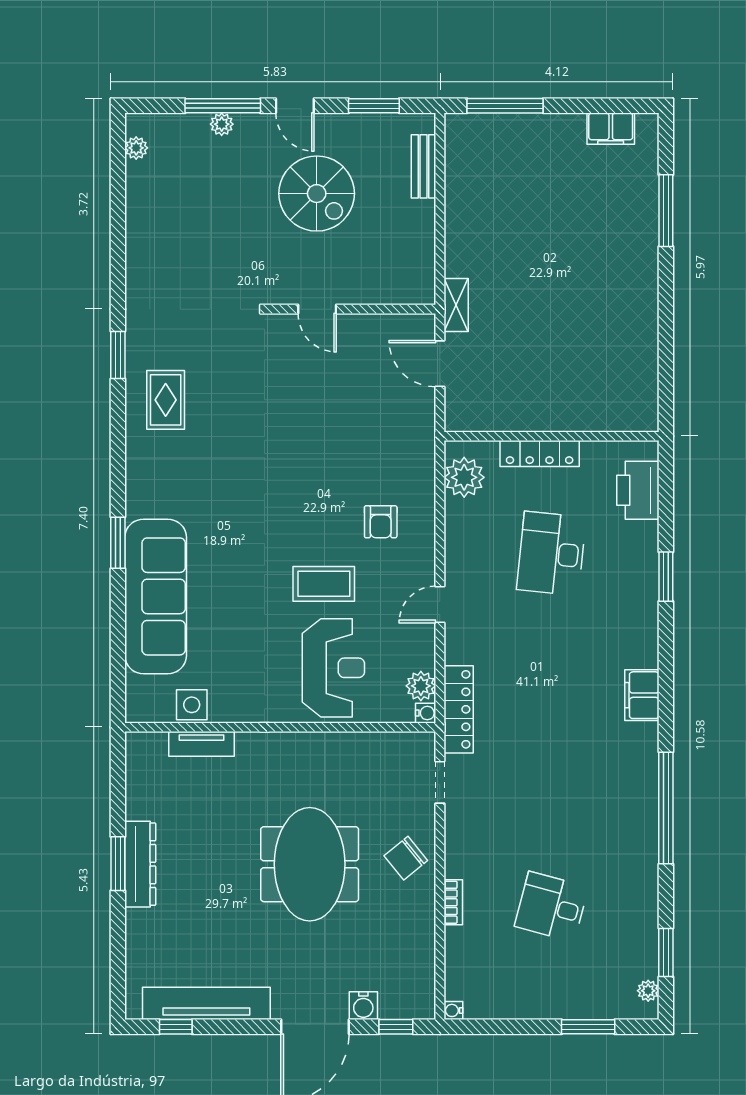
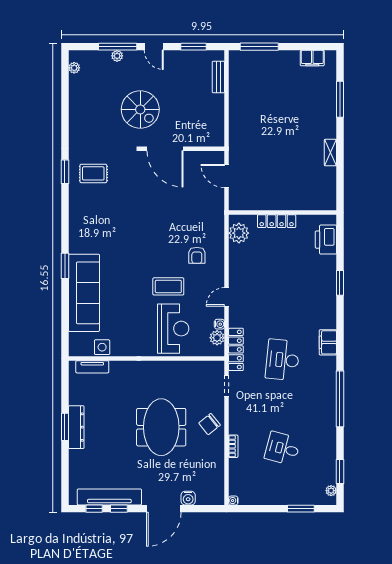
spiral stairs: (317, 194) -> (140, 109), moved
shelving: (456, 305) -> (330, 153), moved
door: (317, 309) -> (165, 149), width x1.87
rug: (166, 400) -> (93, 173), moved, turned 90
desk: (551, 553) -> (283, 360), moved
water cooler: (426, 713) -> (219, 324), moved
tv unit: (201, 744) -> (92, 367), moved
window: (396, 1027) -> (119, 509), moved

